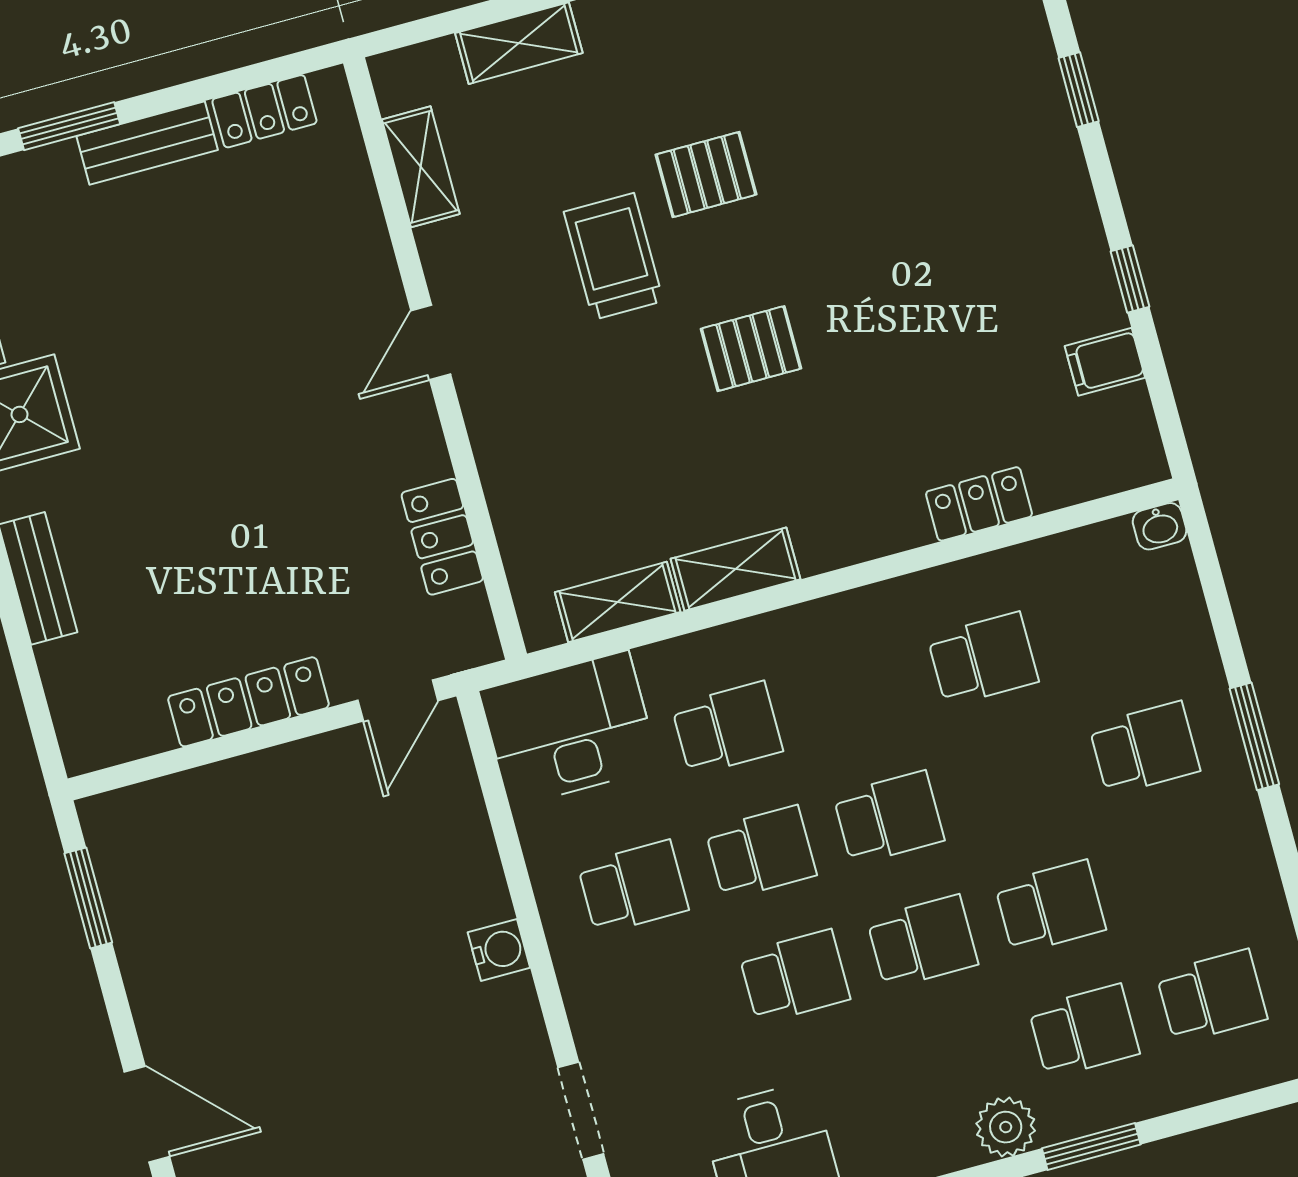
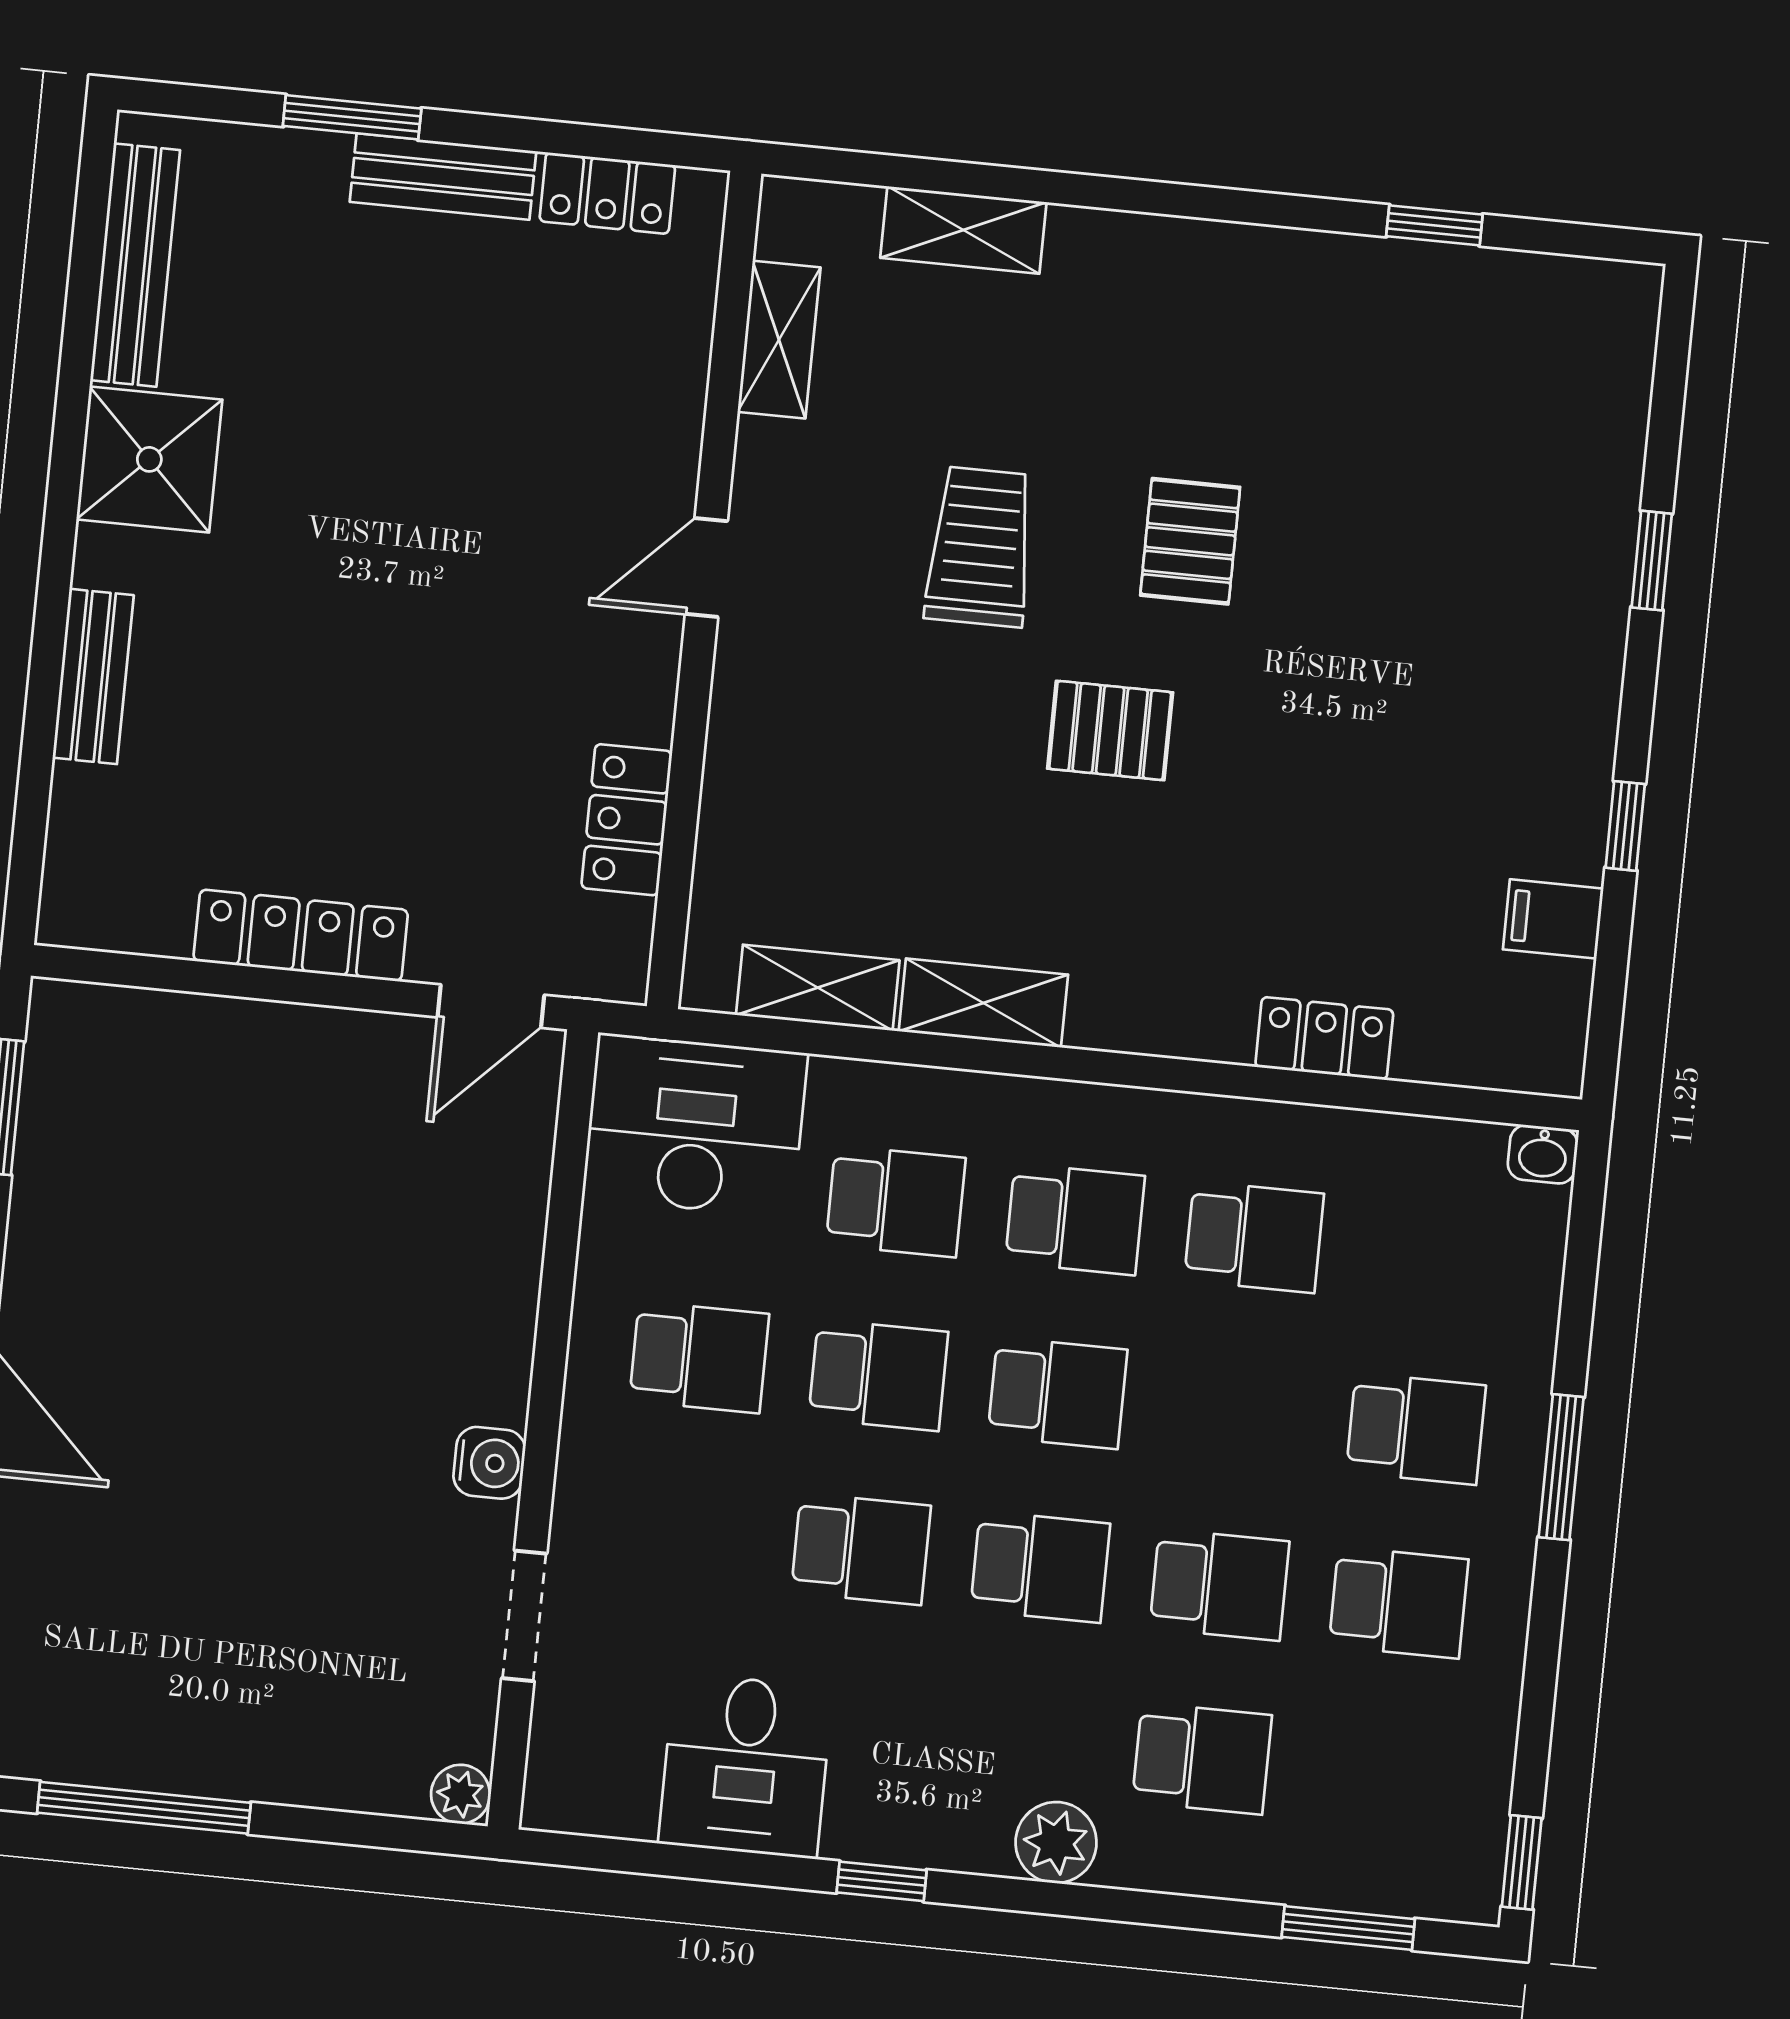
pallet: (706, 175) -> (1190, 541), moved, turned 90
school desk: (855, 694) -> (1075, 1219), added
water cooler: (499, 950) -> (489, 1463), moved
school desk: (1212, 996) -> (1399, 1603), moved
window: (1091, 1146) -> (1348, 1928), moved

